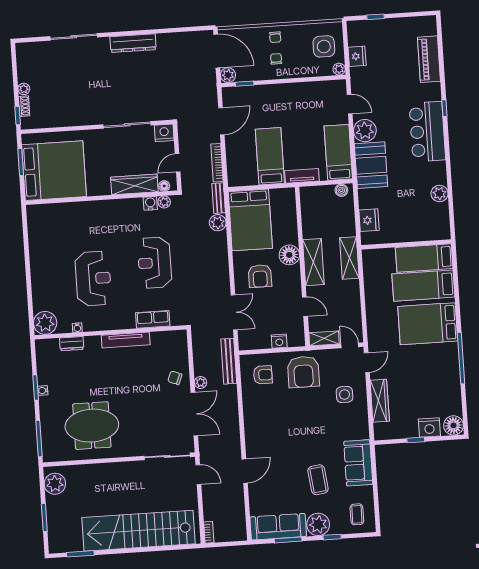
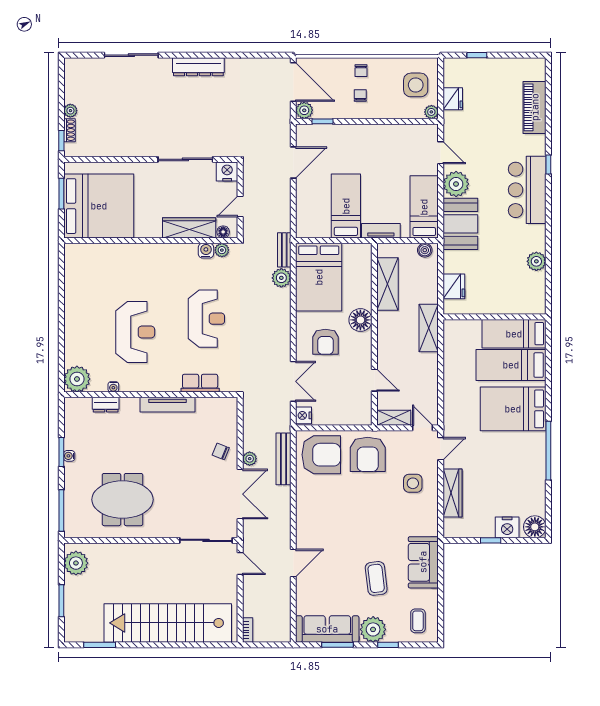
bookcase: (217, 163) -> (285, 209), removed
shelving: (313, 262) -> (387, 284), moved
reception desk: (155, 263) -> (206, 319), turned 180
nightstand: (279, 341) -> (304, 415), moved, turned 90
bench: (229, 361) -> (284, 459), moved
armchair: (263, 375) -> (321, 455), width x1.88, depth x1.88

